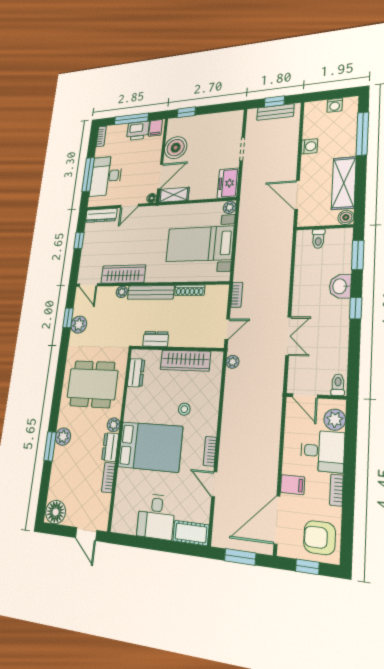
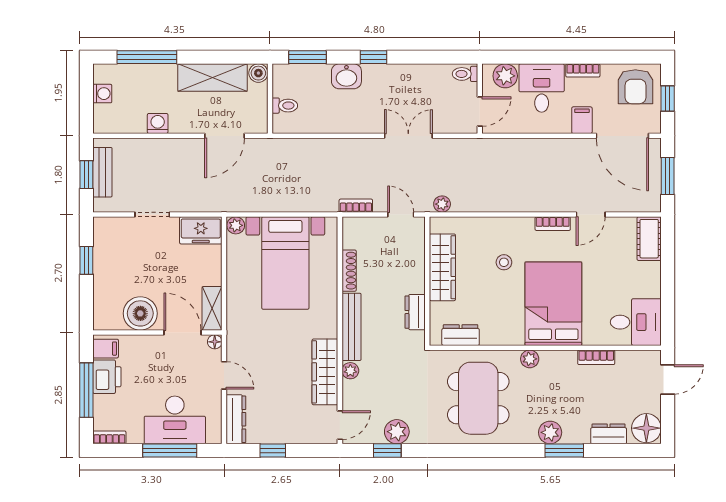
window: (186, 112) -> (86, 260), moved
dresser: (110, 447) -> (609, 434), moved, turned 180
desk: (156, 517) -> (636, 322), moved

